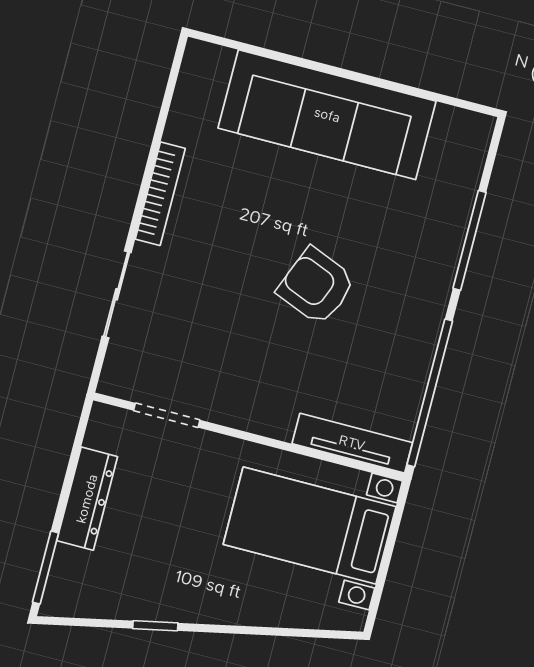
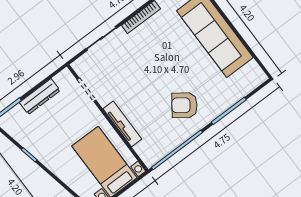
armchair: (316, 286) -> (184, 105), moved, turned -76
tv unit: (352, 443) -> (122, 124), moved

